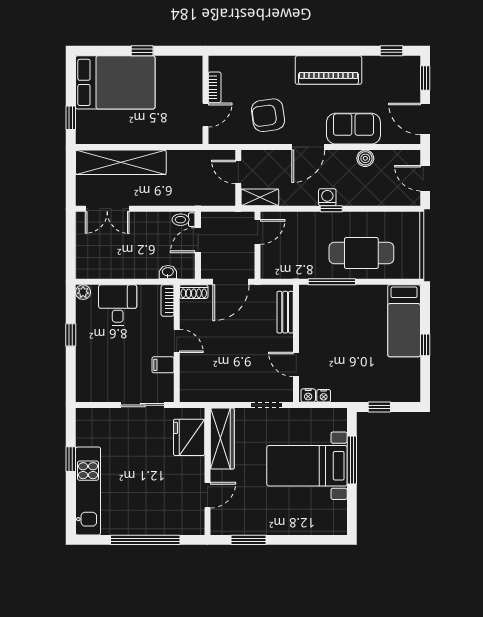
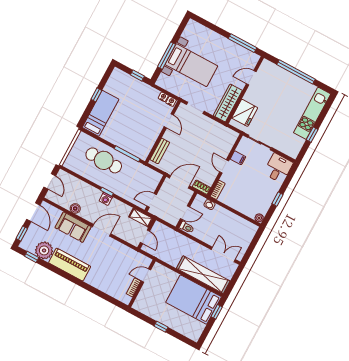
plant: (378, 71) -> (44, 250), added
bed: (115, 82) -> (194, 300), moved
armchair: (268, 115) -> (114, 258), removed
desk: (118, 305) -> (278, 168), moved, turned 180
window: (248, 540) -> (242, 43), width x1.44

